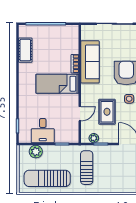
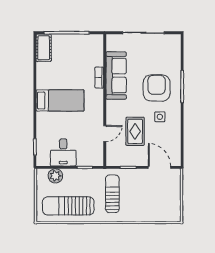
cot: (25, 50) -> (44, 48), moved
bed: (57, 84) -> (60, 100), moved, turned 180
plant: (94, 138) -> (120, 161), removed

